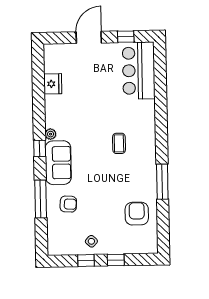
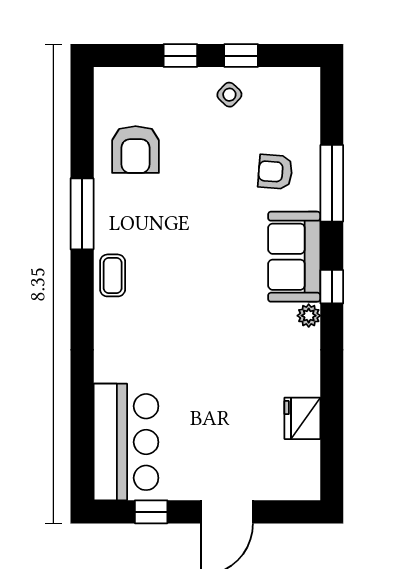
coffee table: (119, 143) -> (113, 275), moved

